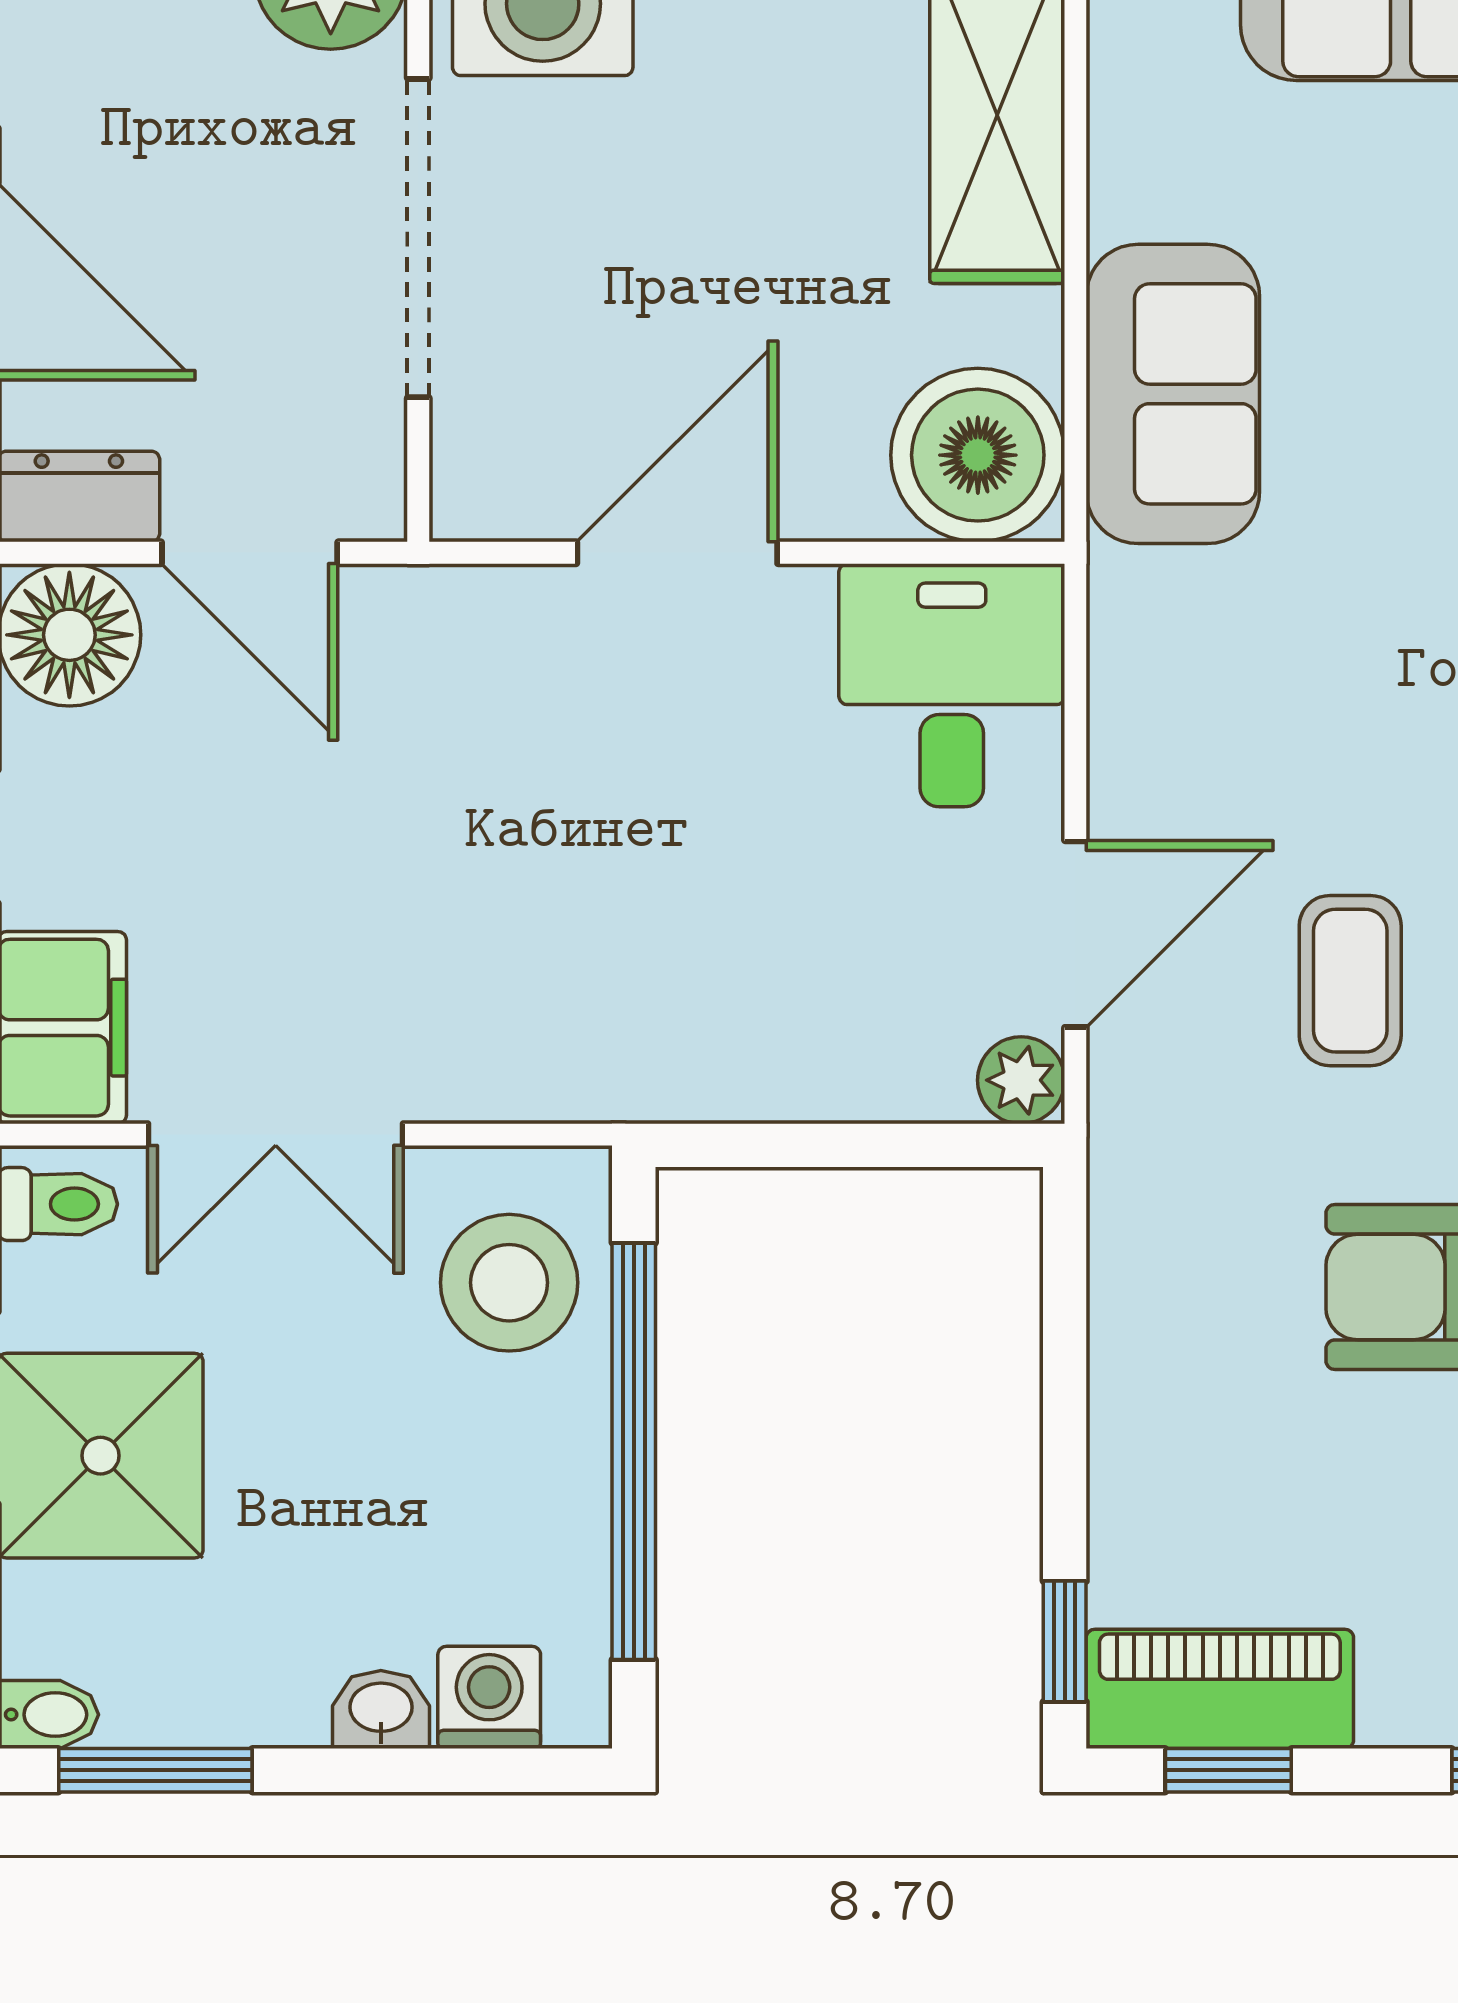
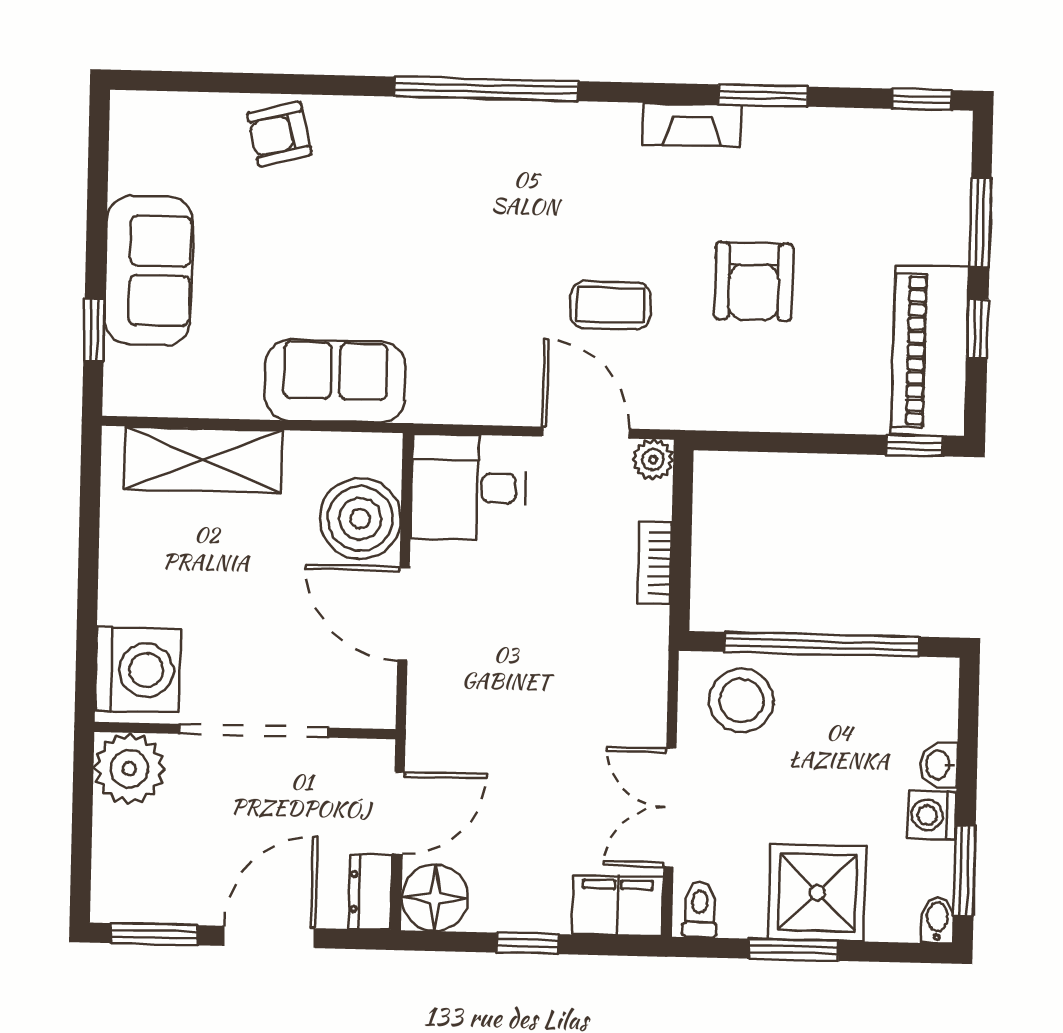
boiler: (978, 455) -> (360, 519), moved
bookcase: (799, 1089) -> (654, 563), added
double door: (276, 1135) -> (670, 807), swing flipped
piano: (1220, 1689) -> (930, 351), width x1.37, depth x1.33
washing machine: (489, 1697) -> (932, 815), moved
window: (1228, 1770) -> (978, 329), moved

